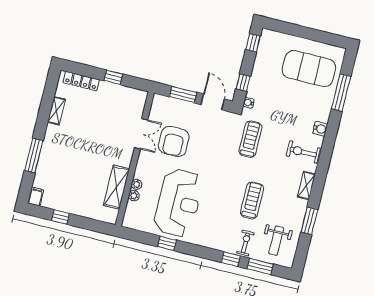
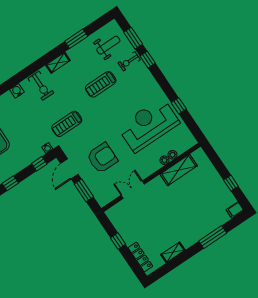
armchair: (174, 141) -> (102, 158), moved

